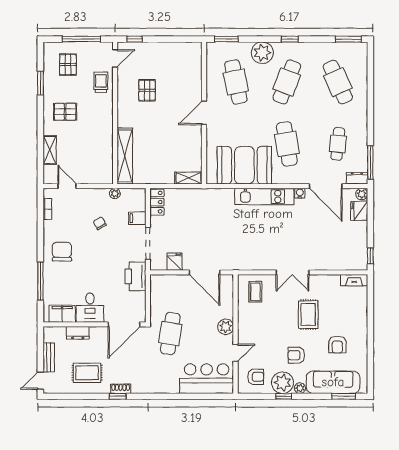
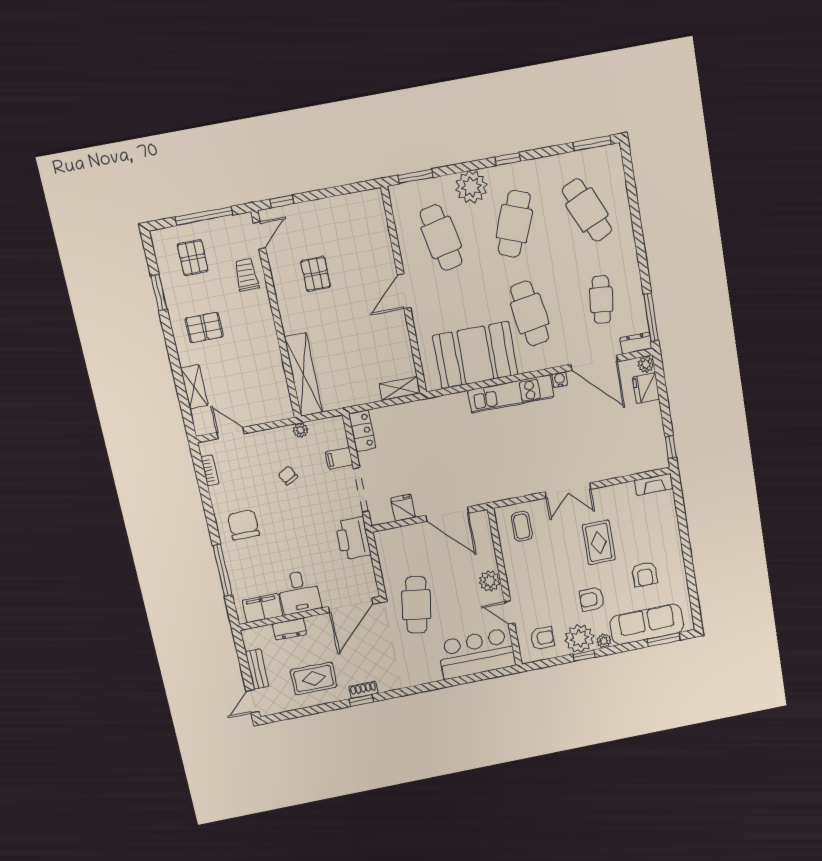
door: (236, 353) -> (509, 612), swing flipped

